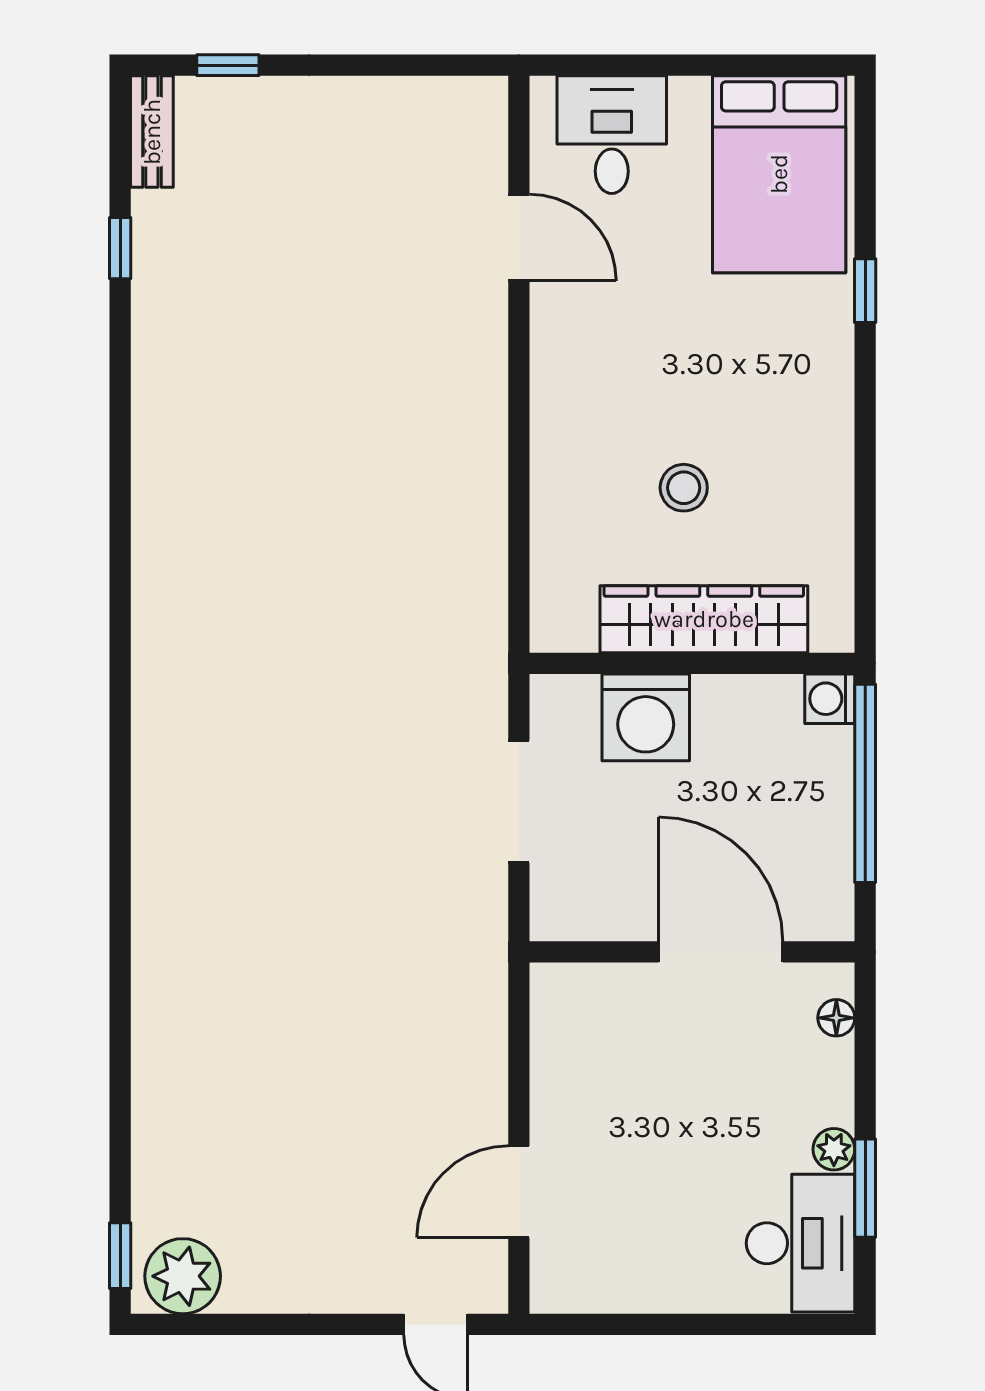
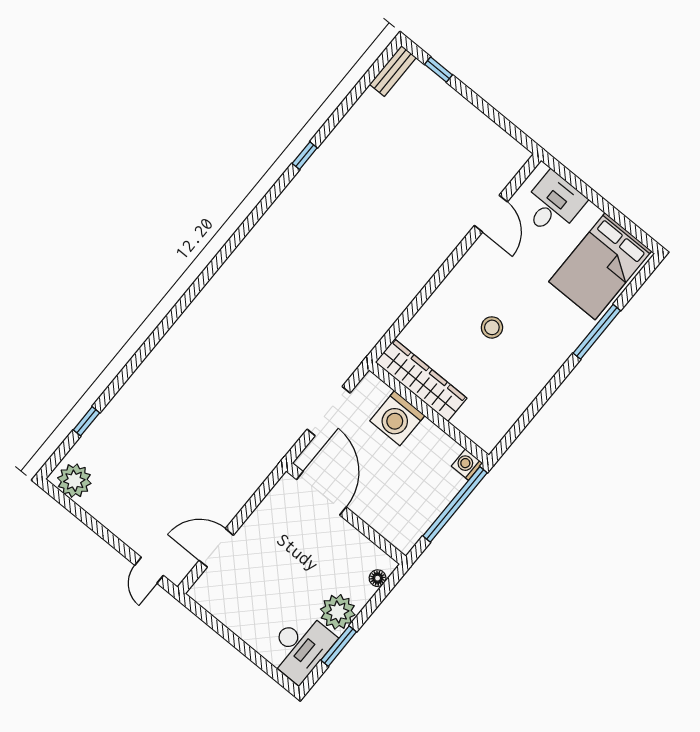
window: (120, 248) -> (305, 156), moved
window: (865, 291) -> (597, 332), width x2.17
stool: (684, 488) -> (492, 327), moved
wardrobe: (704, 619) -> (421, 380), moved
door: (721, 952) -> (321, 493), moved
plant: (834, 1149) -> (338, 612), width x1.88, depth x1.88
window: (120, 1256) -> (86, 421), moved

